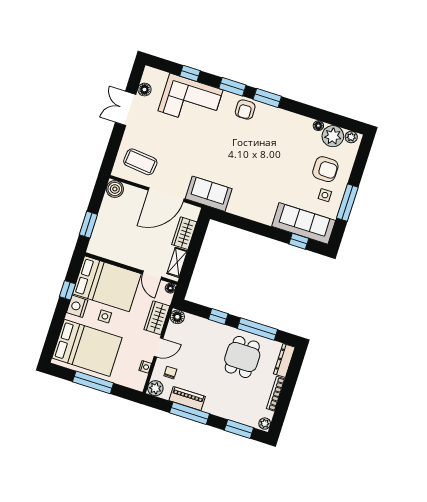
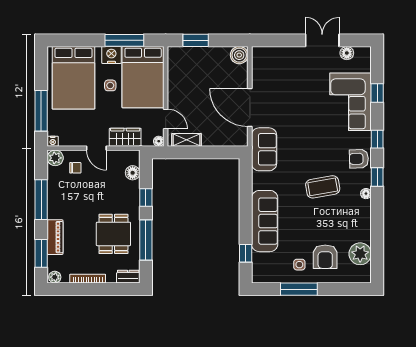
window: (232, 87) -> (377, 139), width x0.67
window: (267, 98) -> (377, 177), width x0.67
floor lamp: (318, 126) -> (366, 194), moved
plant: (351, 137) -> (365, 272), removed
coffee table: (140, 162) -> (323, 187), moved, turned 74
sofa: (304, 223) -> (265, 221), moved
wardrobe: (184, 233) -> (217, 138), removed
door: (152, 275) -> (166, 119), swing flipped
window: (68, 290) -> (124, 40), width x2.17
floor lamp: (177, 317) -> (133, 173), moved
dining table: (242, 357) -> (113, 234), turned 90
dresser: (284, 361) -> (128, 277), width x0.70
nightstand: (145, 367) -> (53, 141), moved
window: (93, 382) -> (41, 111), moved
piano: (187, 399) -> (55, 237), moved

